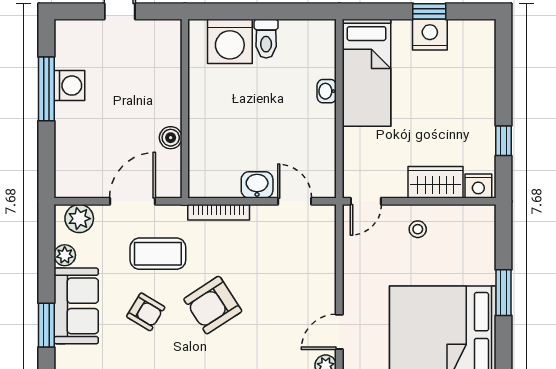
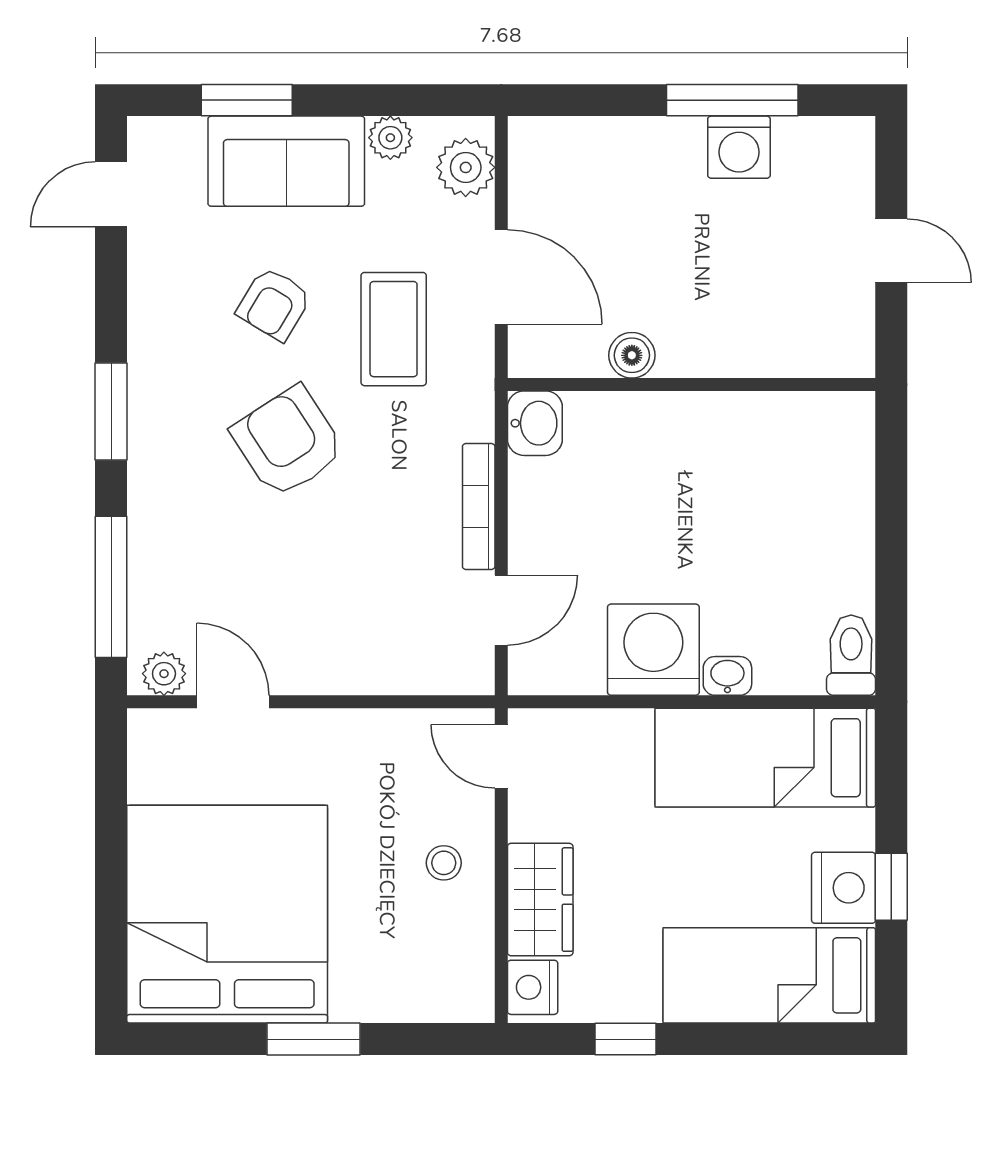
toilet: (266, 39) -> (851, 655), moved, turned 90
washing machine: (230, 41) -> (653, 650), moved, turned 90
bed: (472, 71) -> (769, 975), added
washbasin: (257, 185) -> (535, 423), moved
bookcase: (219, 212) -> (479, 506), moved

